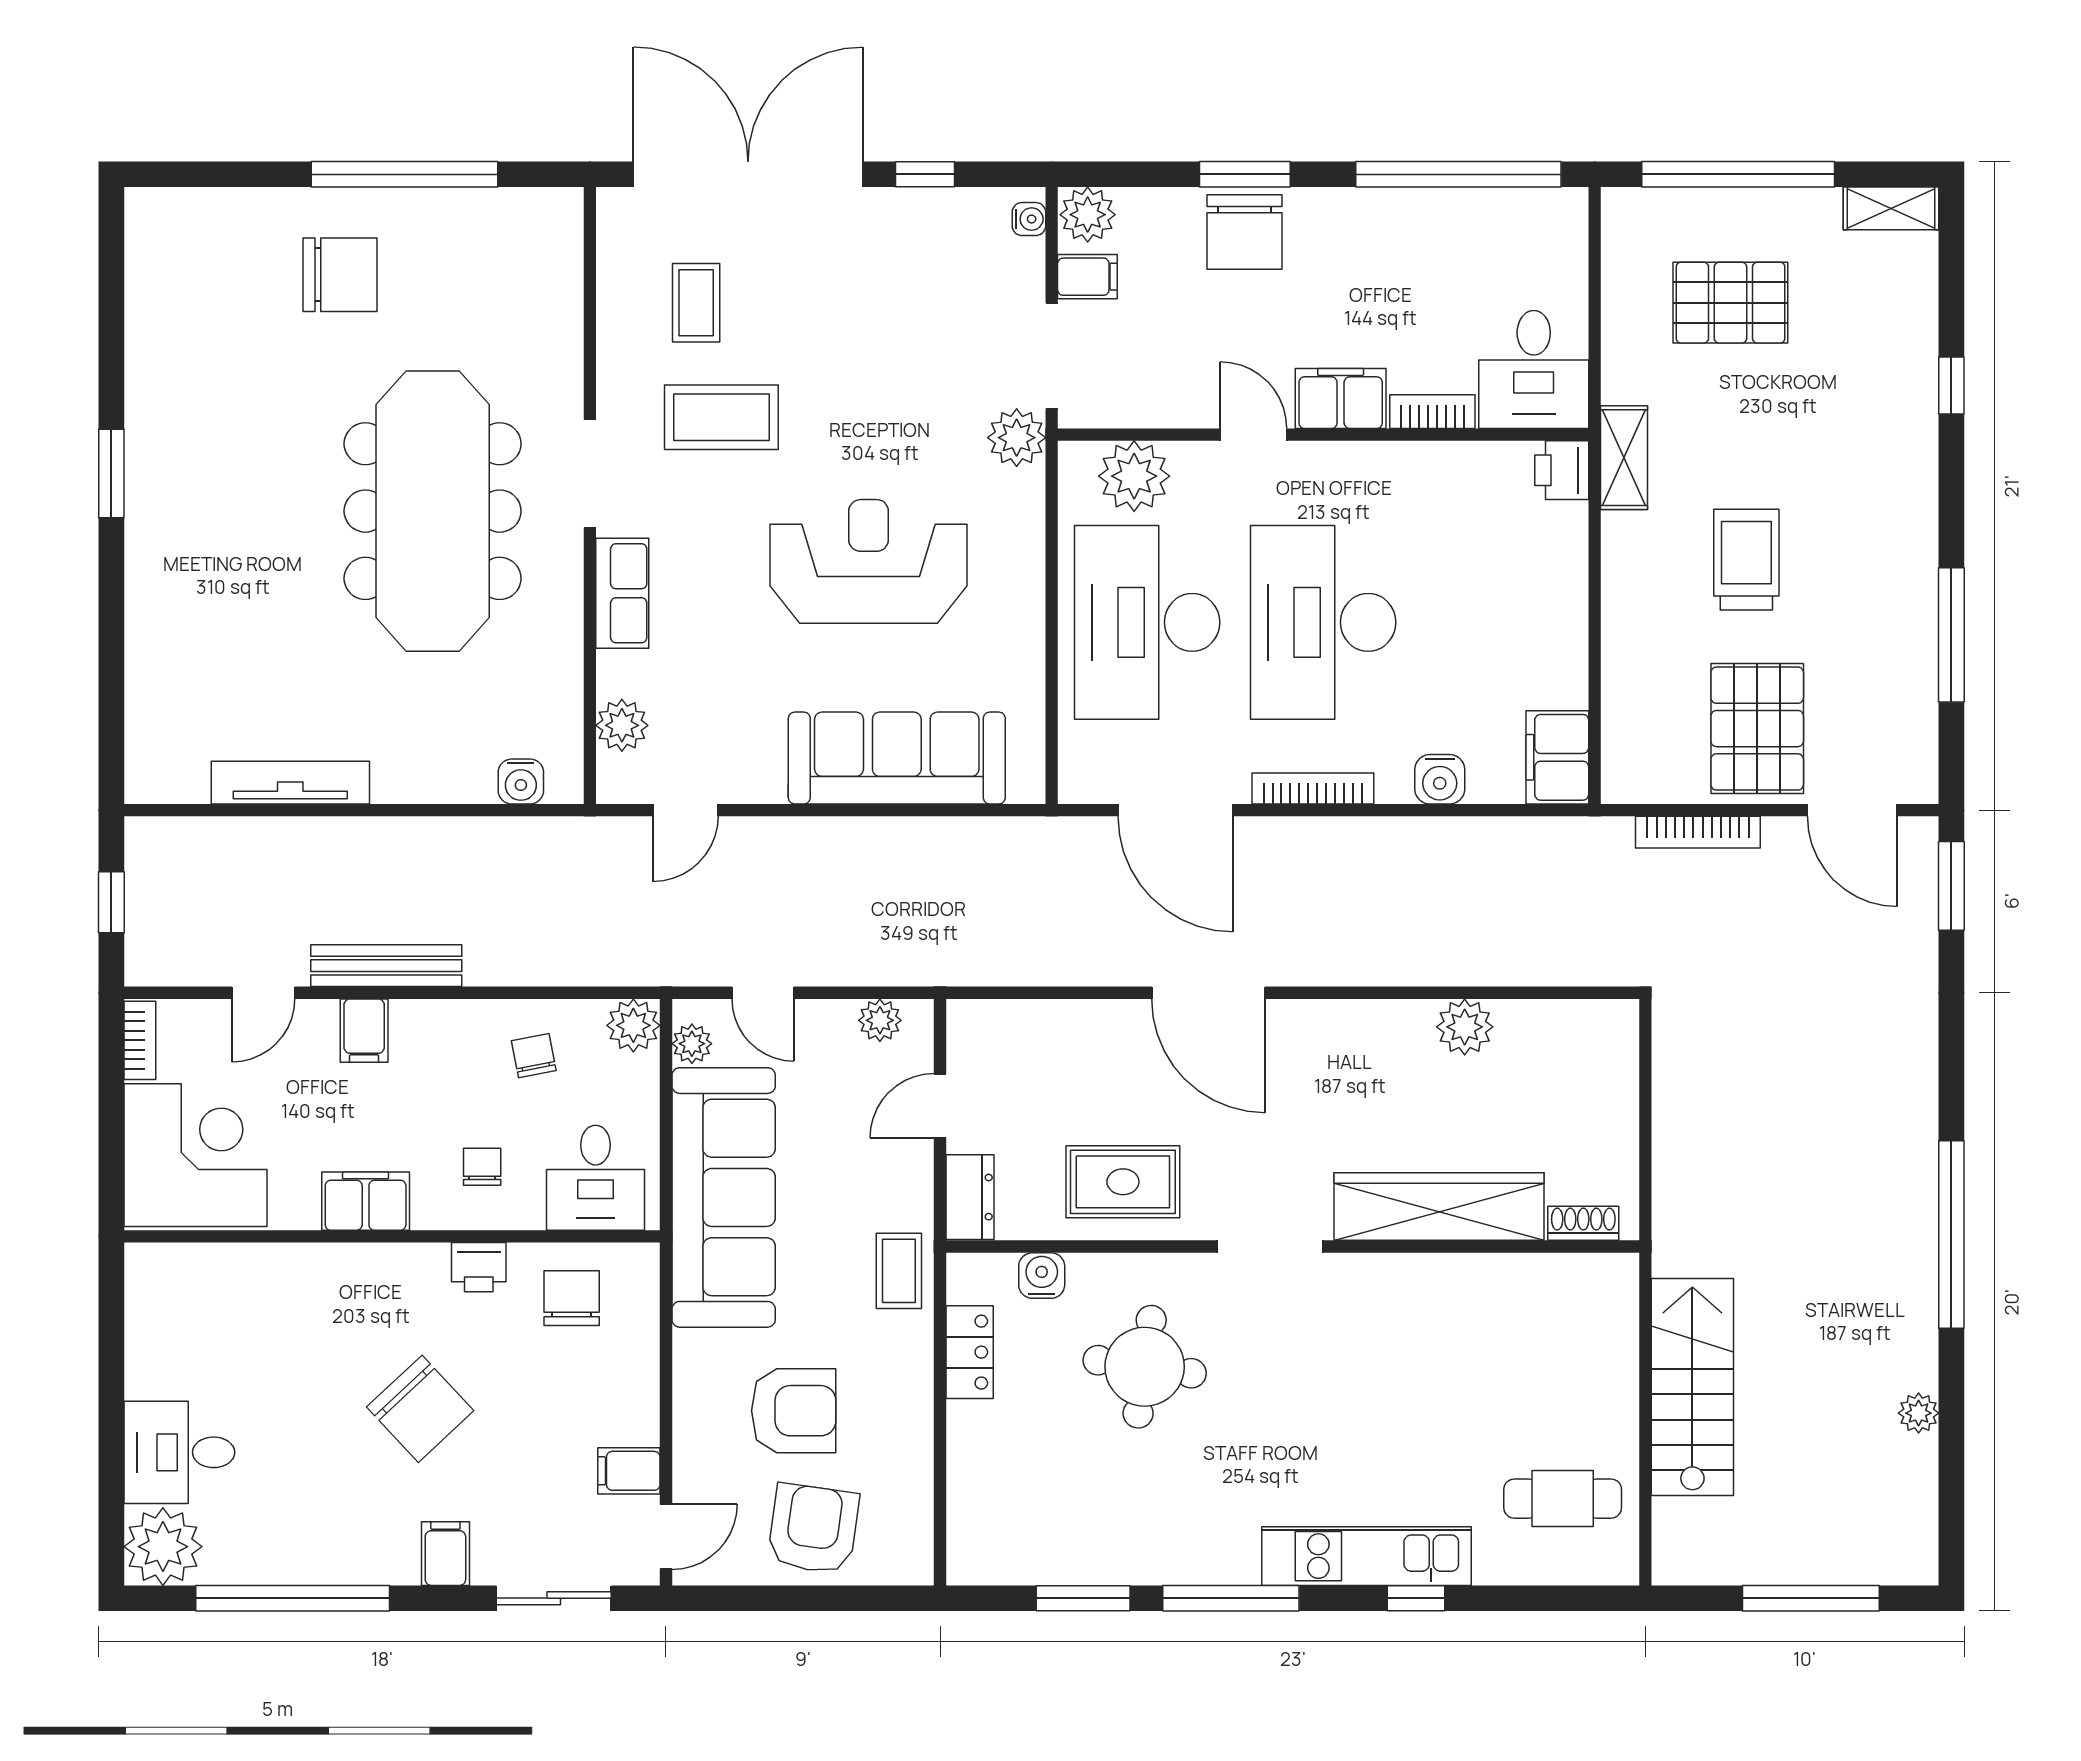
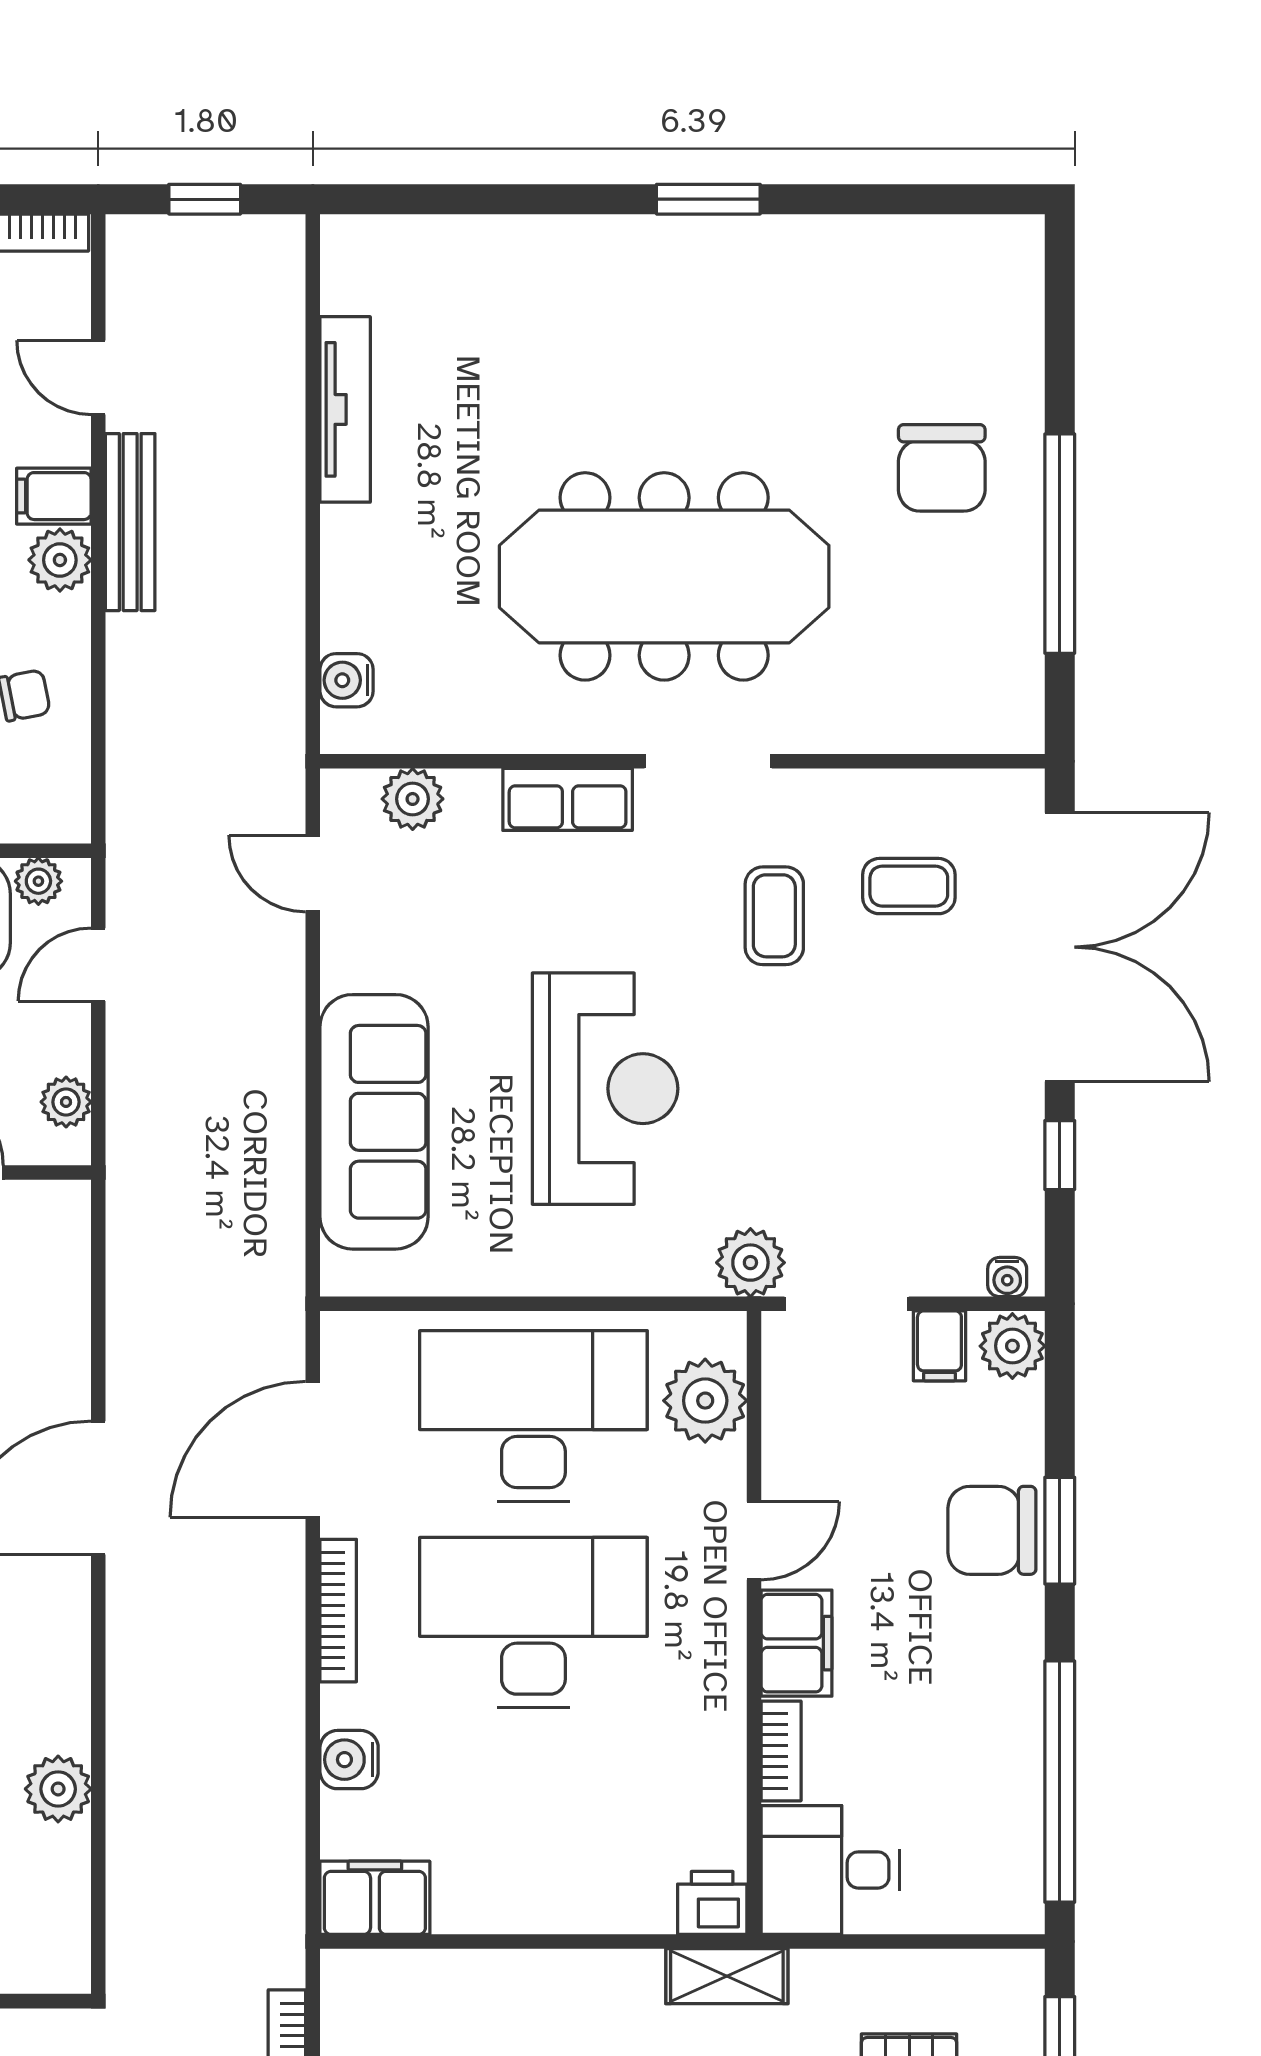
coffee table: (721, 417) -> (774, 916), width x0.73, depth x0.77
plant: (633, 1025) -> (60, 560), moved

